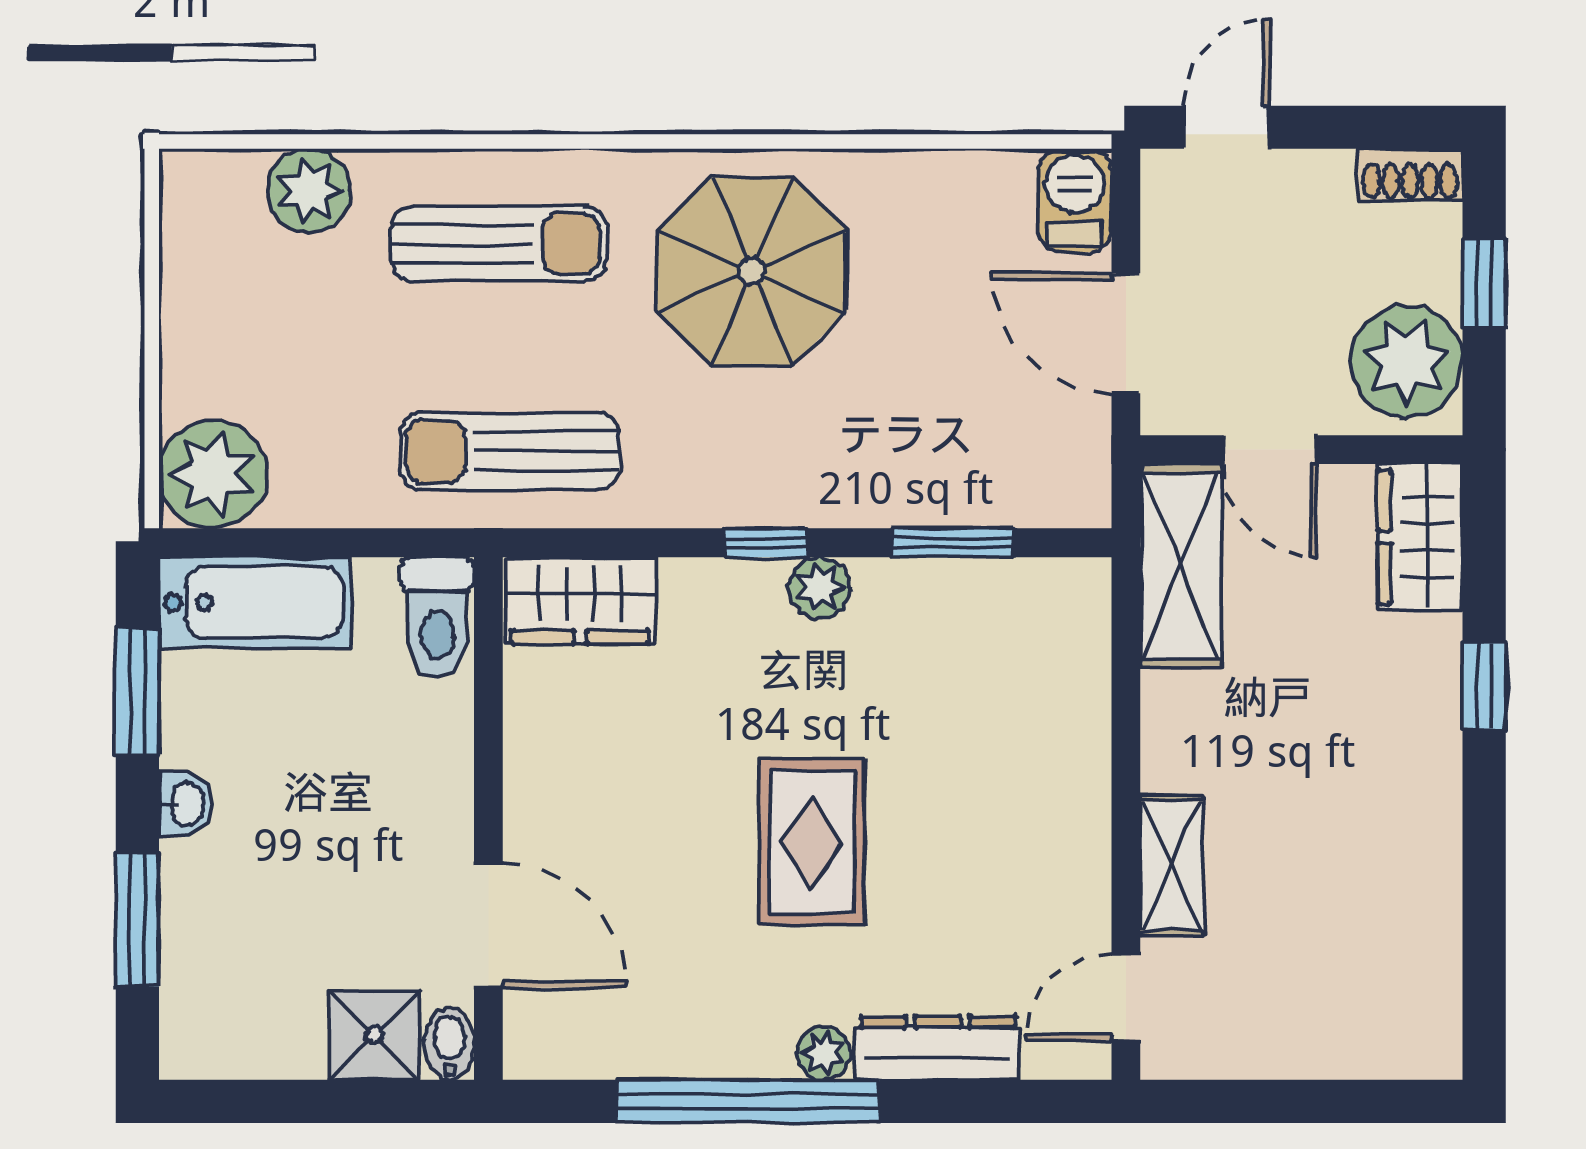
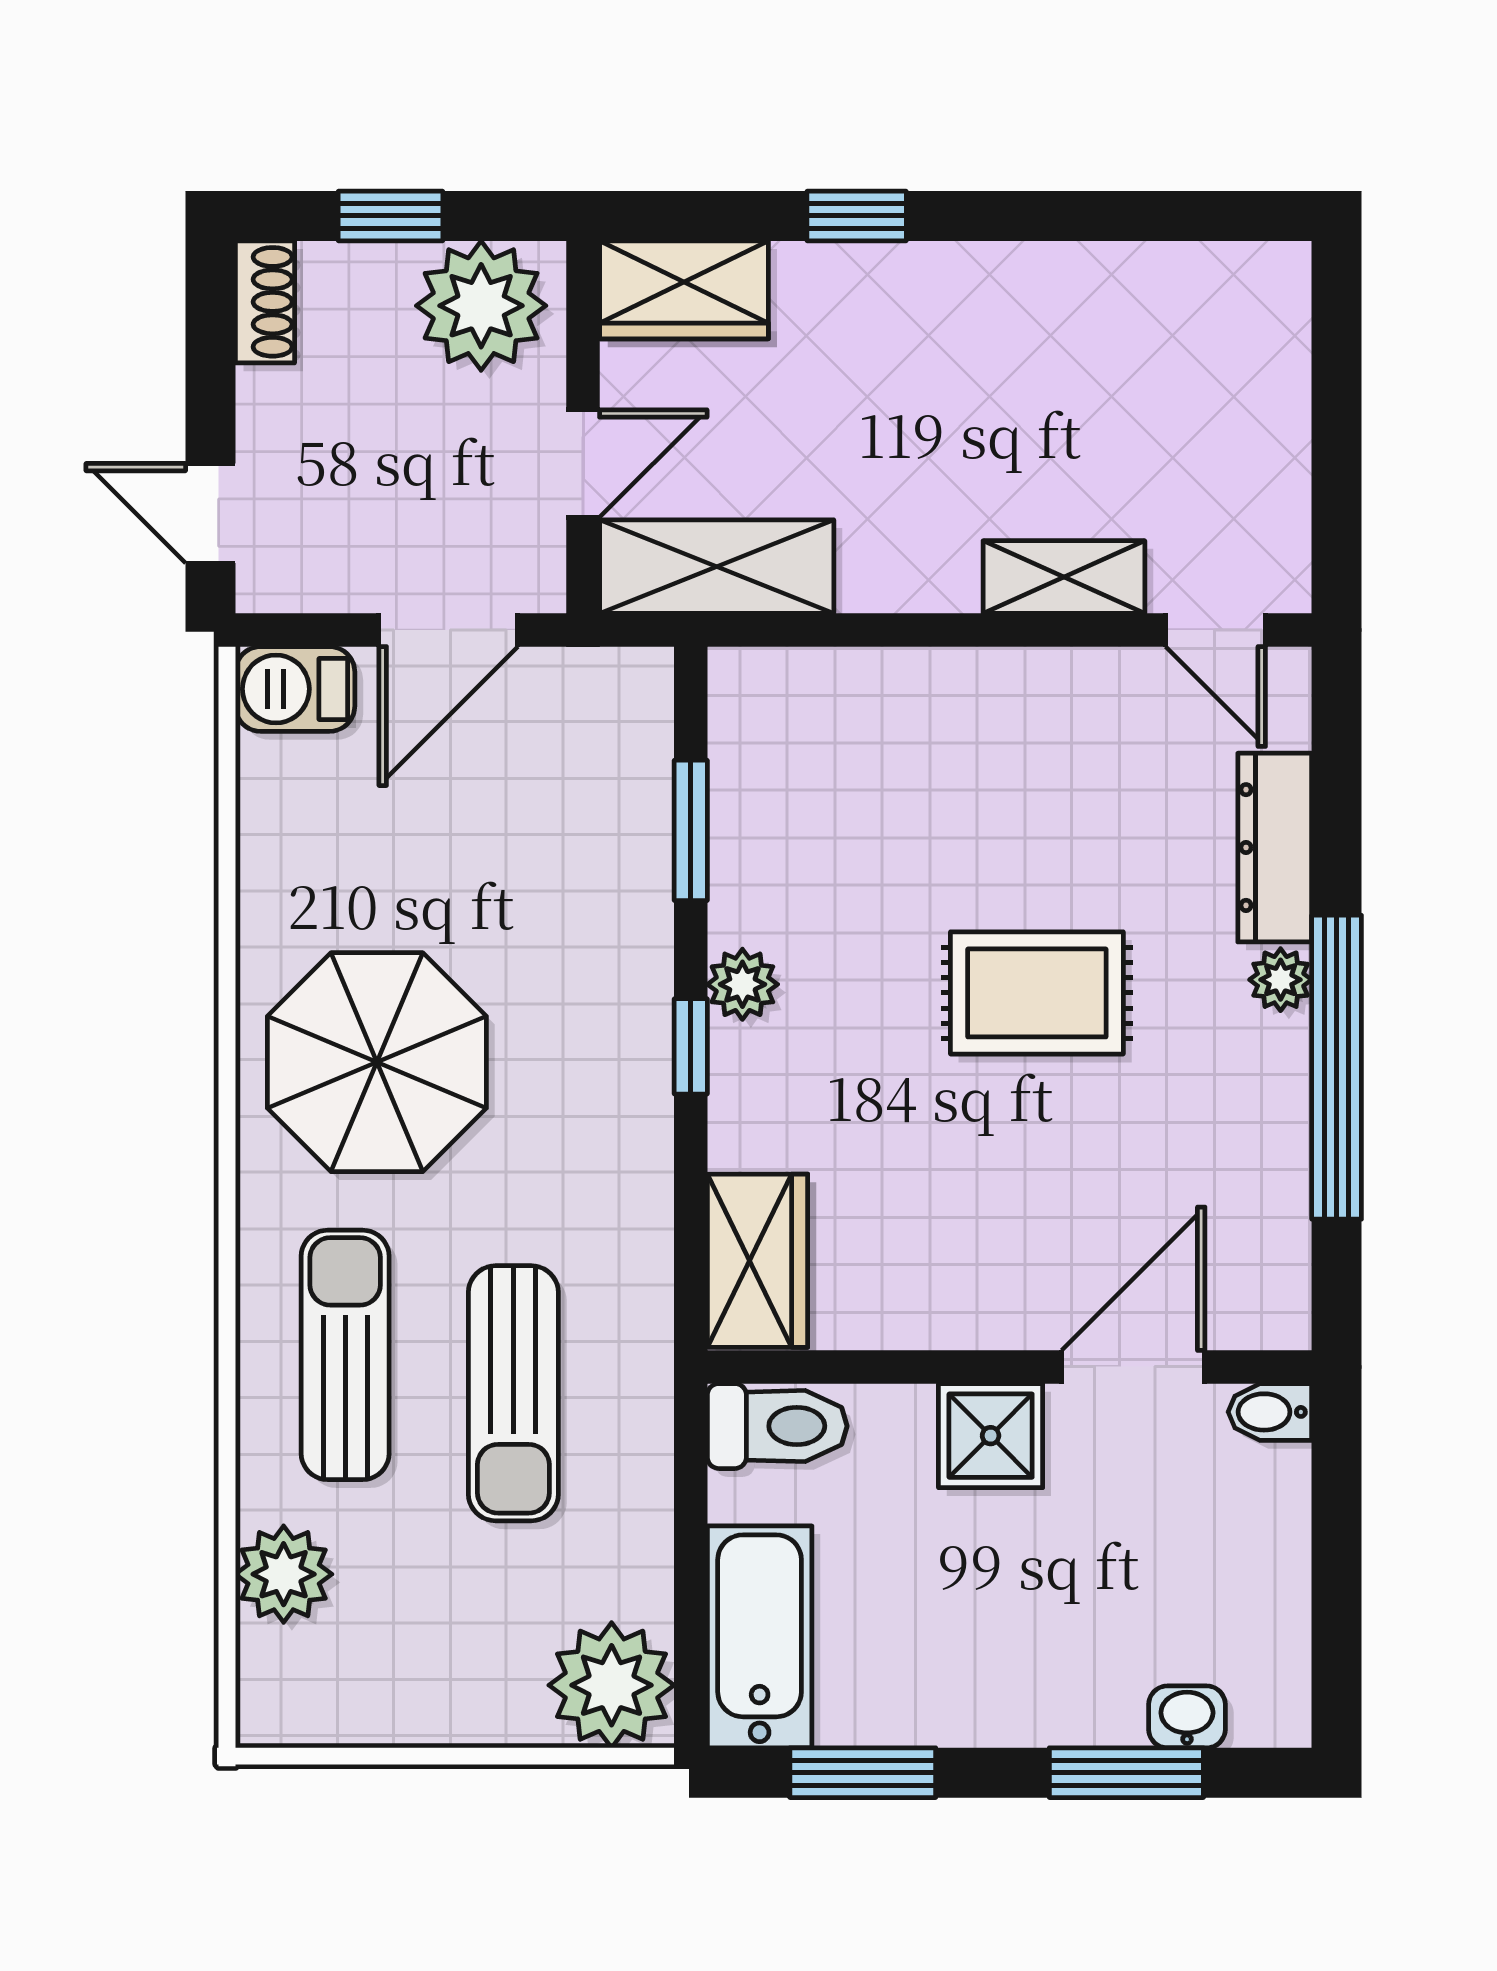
sun lounger: (510, 451) -> (513, 1393), moved
washbasin: (186, 804) -> (1187, 1717), moved
shower: (374, 1035) -> (991, 1436), moved

